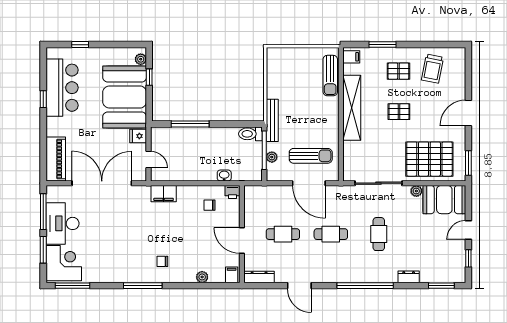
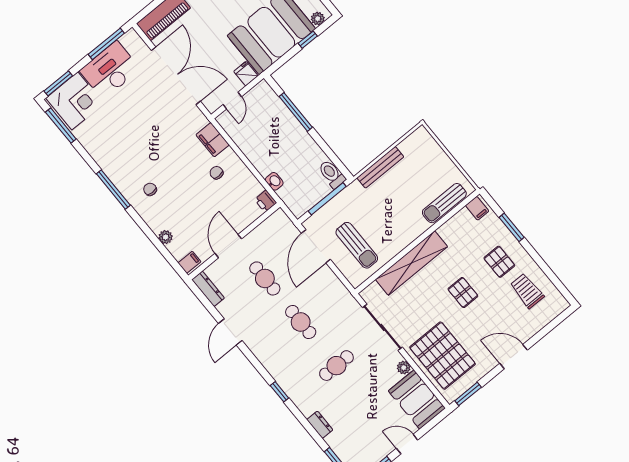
trolley: (432, 69) -> (527, 291), turned 79
shelving: (352, 108) -> (411, 263), moved
bench: (272, 120) -> (380, 167), moved
plant: (272, 157) -> (327, 211), removed
door: (309, 183) -> (316, 246), moved
chair: (210, 205) -> (217, 173), moved
window: (43, 250) -> (58, 83), moved
window: (365, 286) -> (279, 392), width x0.32

